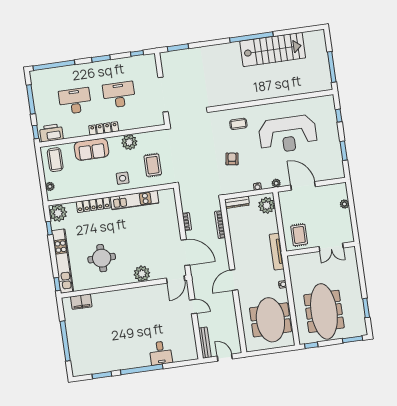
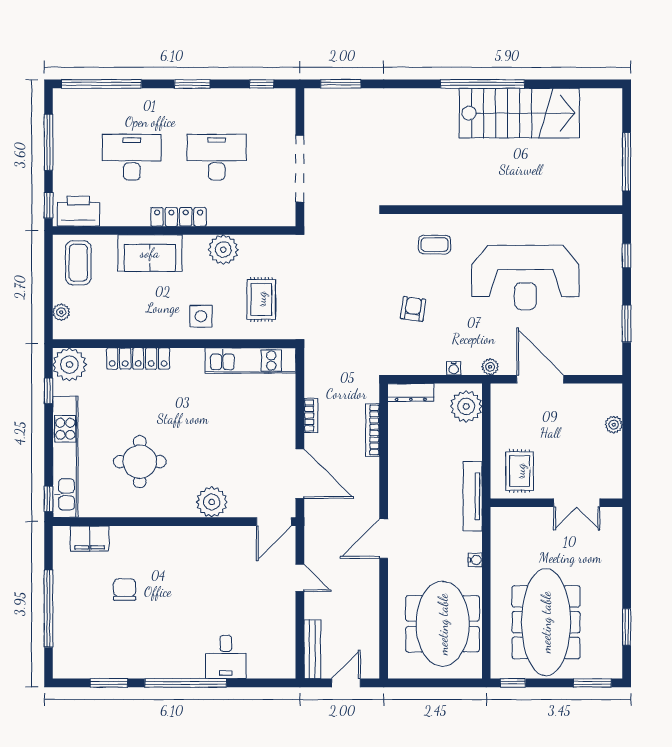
kitchen unit: (134, 200) -> (250, 361), moved
chair: (103, 326) -> (125, 590), added
door: (225, 358) -> (346, 683), hinge flipped

